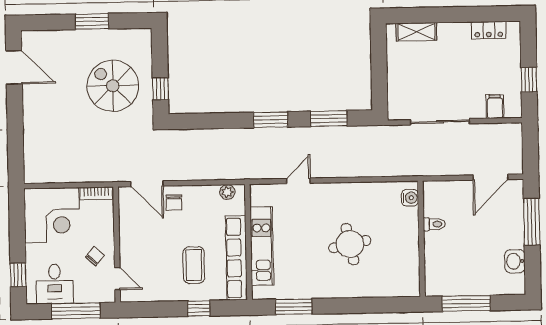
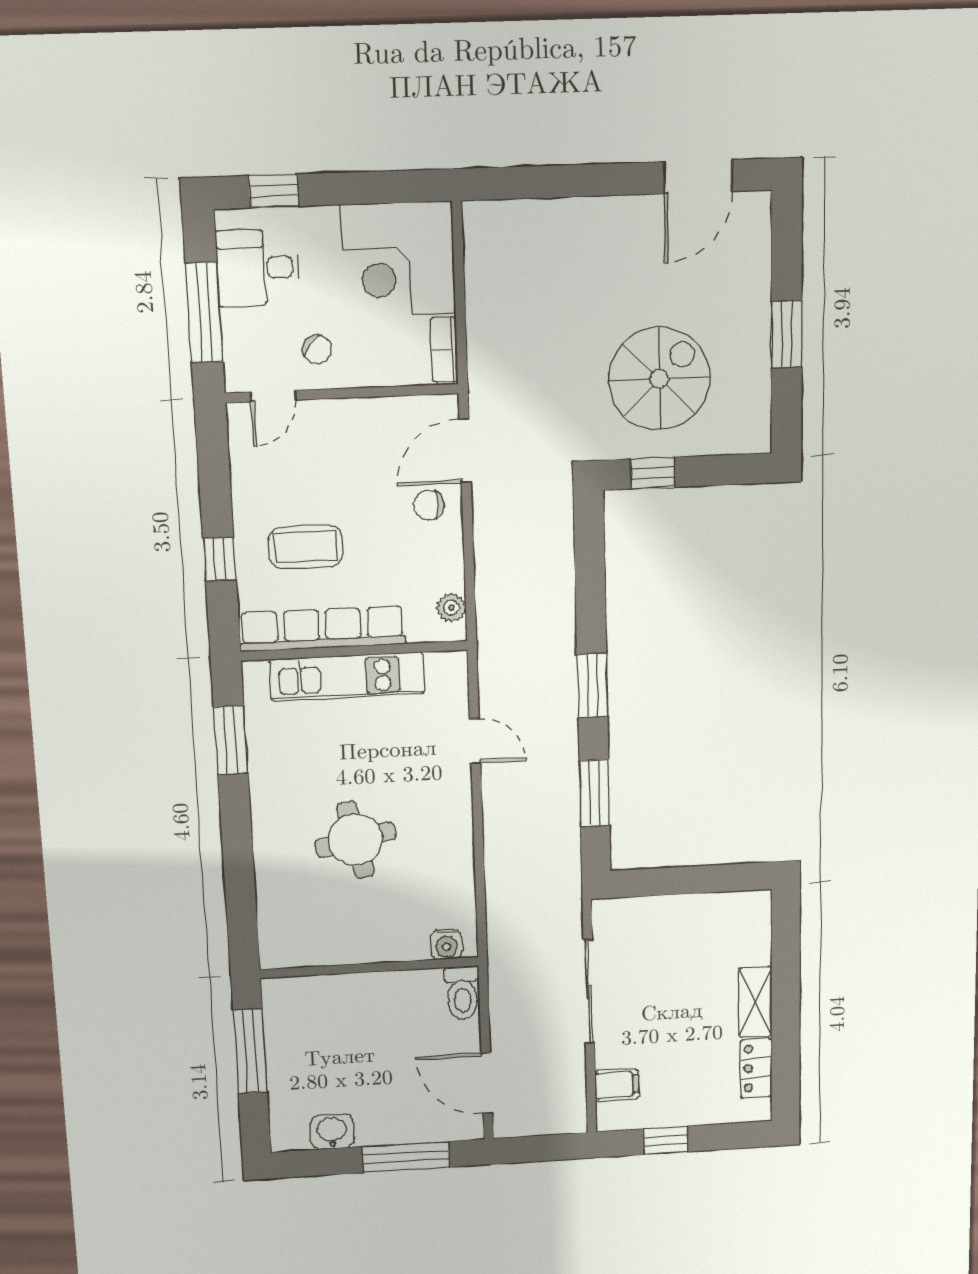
shelving: (416, 32) -> (755, 1002), moved
toilet: (434, 224) -> (462, 993), moved, width x1.37, depth x1.39

